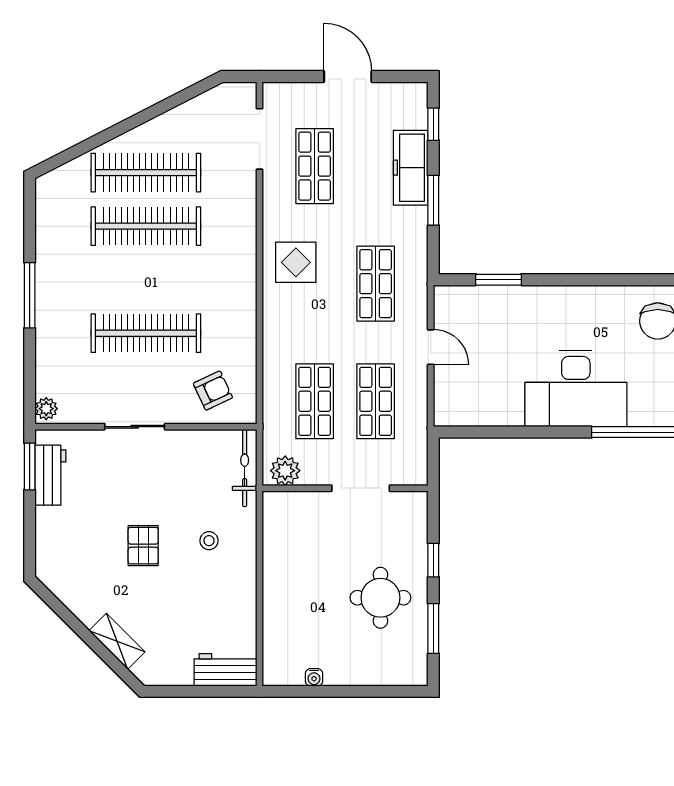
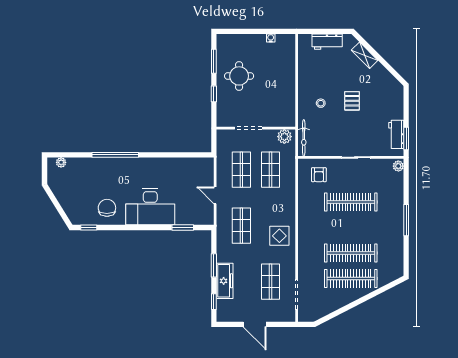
desk: (576, 389) -> (150, 207), moved, turned 180
armchair: (213, 391) -> (319, 175), turned -65
workbench: (225, 670) -> (327, 42), moved

